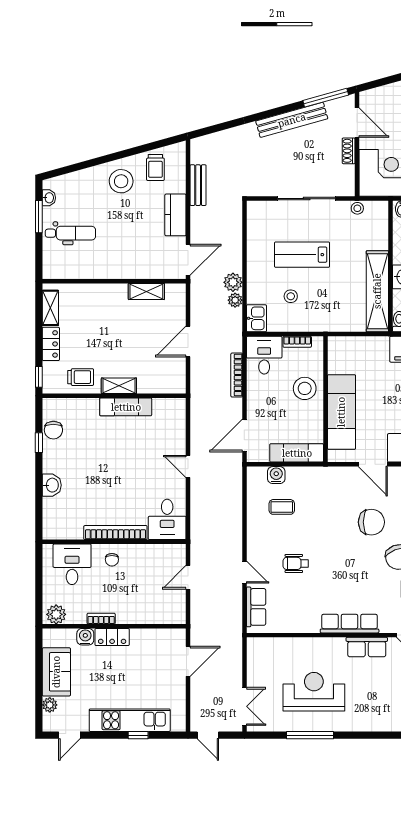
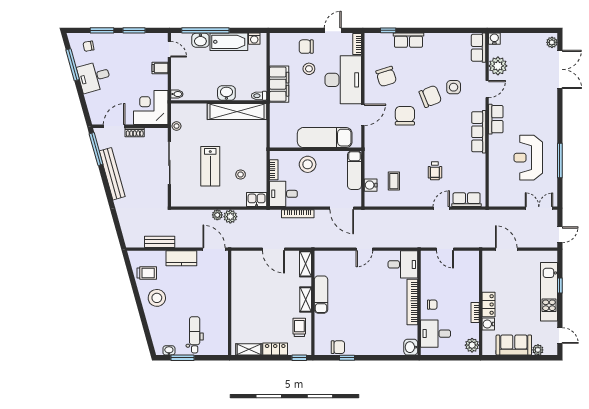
shelving: (146, 291) -> (305, 264), moved
plant: (235, 300) -> (217, 215), moved
washbasin: (52, 485) -> (411, 347), moved, turned -90

